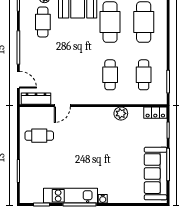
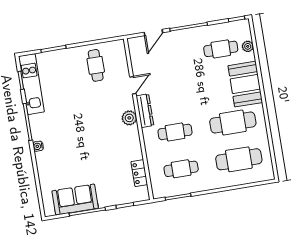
dresser: (36, 99) -> (145, 111), moved
door: (62, 106) -> (133, 85), swing flipped
plant: (121, 113) -> (129, 118), moved
locker: (155, 113) -> (139, 173), moved
sofa: (156, 174) -> (75, 200), width x0.73
kitchen unit: (70, 196) -> (31, 84), moved

